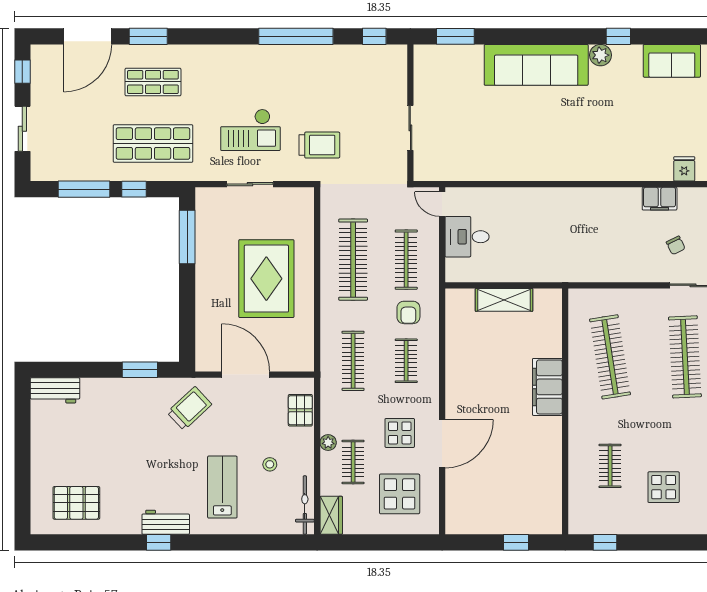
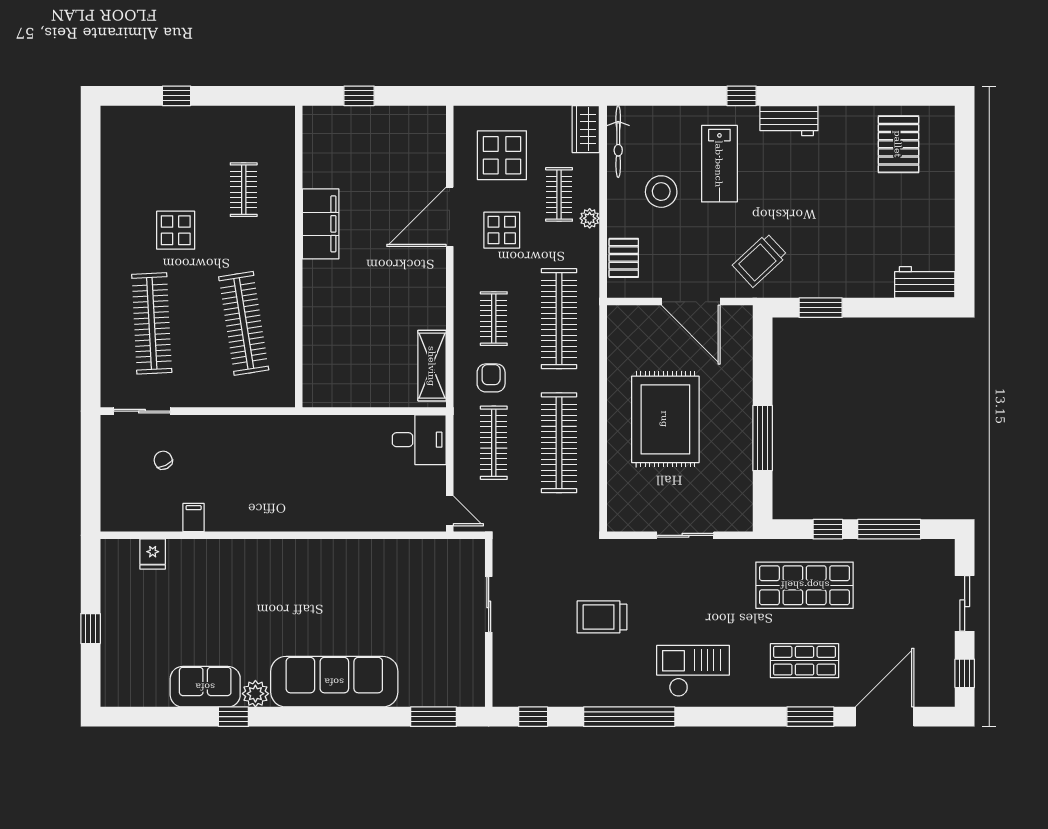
sofa: (672, 61) -> (205, 687), moved
checkout: (250, 130) -> (693, 671), moved
trolley: (319, 145) -> (602, 617), moved
filing cabinet: (660, 199) -> (194, 518), width x0.50
window: (187, 237) -> (763, 438), moved
desk: (467, 237) -> (419, 440), moved
shelving: (504, 300) -> (432, 366), moved, turned 90
clothes rail: (353, 361) -> (559, 319), width x1.37, depth x1.31
filing cabinet: (547, 387) -> (321, 224), moved
stool: (270, 464) -> (661, 192), width x1.89, depth x1.89
display table: (664, 487) -> (176, 230), moved
pallet: (76, 503) -> (898, 144), turned 90
window: (159, 542) -> (742, 96), moved
window: (605, 542) -> (177, 96), moved

